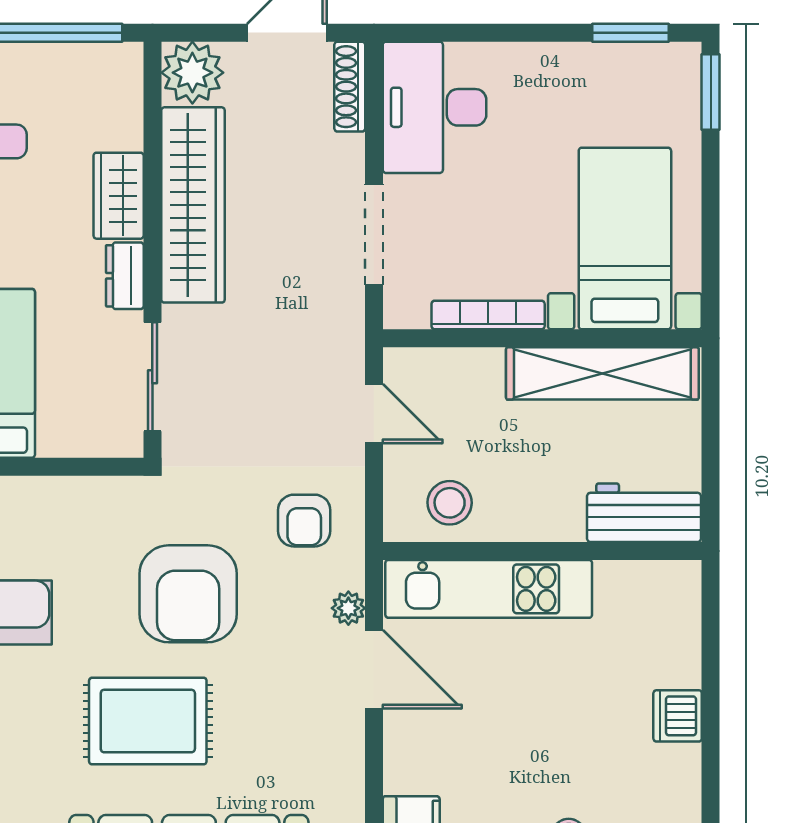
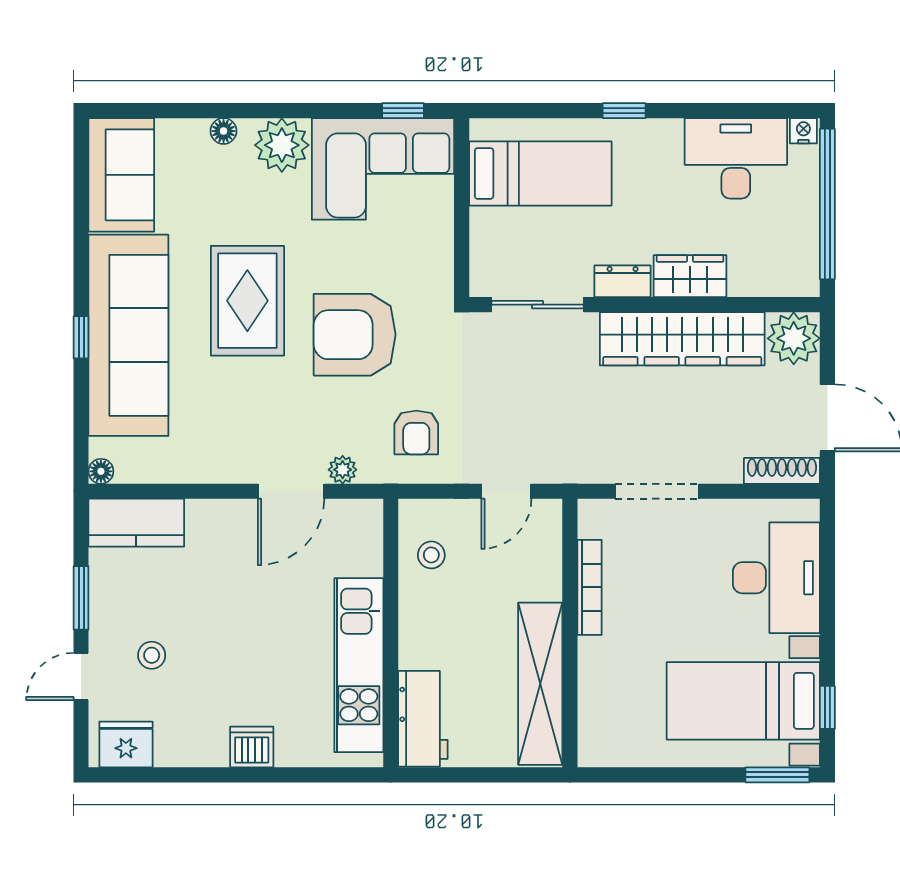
window: (631, 33) -> (827, 707), width x0.67
desk: (435, 107) -> (776, 578), moved, turned 90
bed with nightstands: (625, 239) -> (743, 701), moved, turned 180
stool: (450, 503) -> (431, 555), width x0.73, depth x0.73
armchair: (304, 521) -> (416, 432), turned -90
kitchen unit: (489, 589) -> (359, 665), moved

